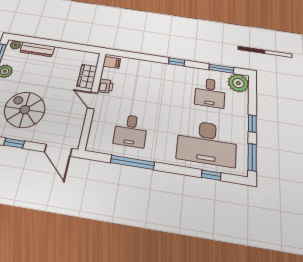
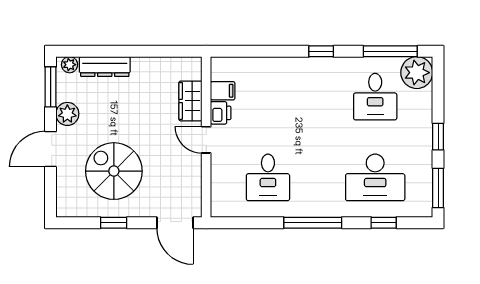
filing cabinet: (112, 62) -> (223, 91), moved
window: (221, 69) -> (390, 51), width x1.44
desk: (207, 143) -> (375, 177), width x0.73, depth x0.77
window: (133, 162) -> (313, 223), moved

